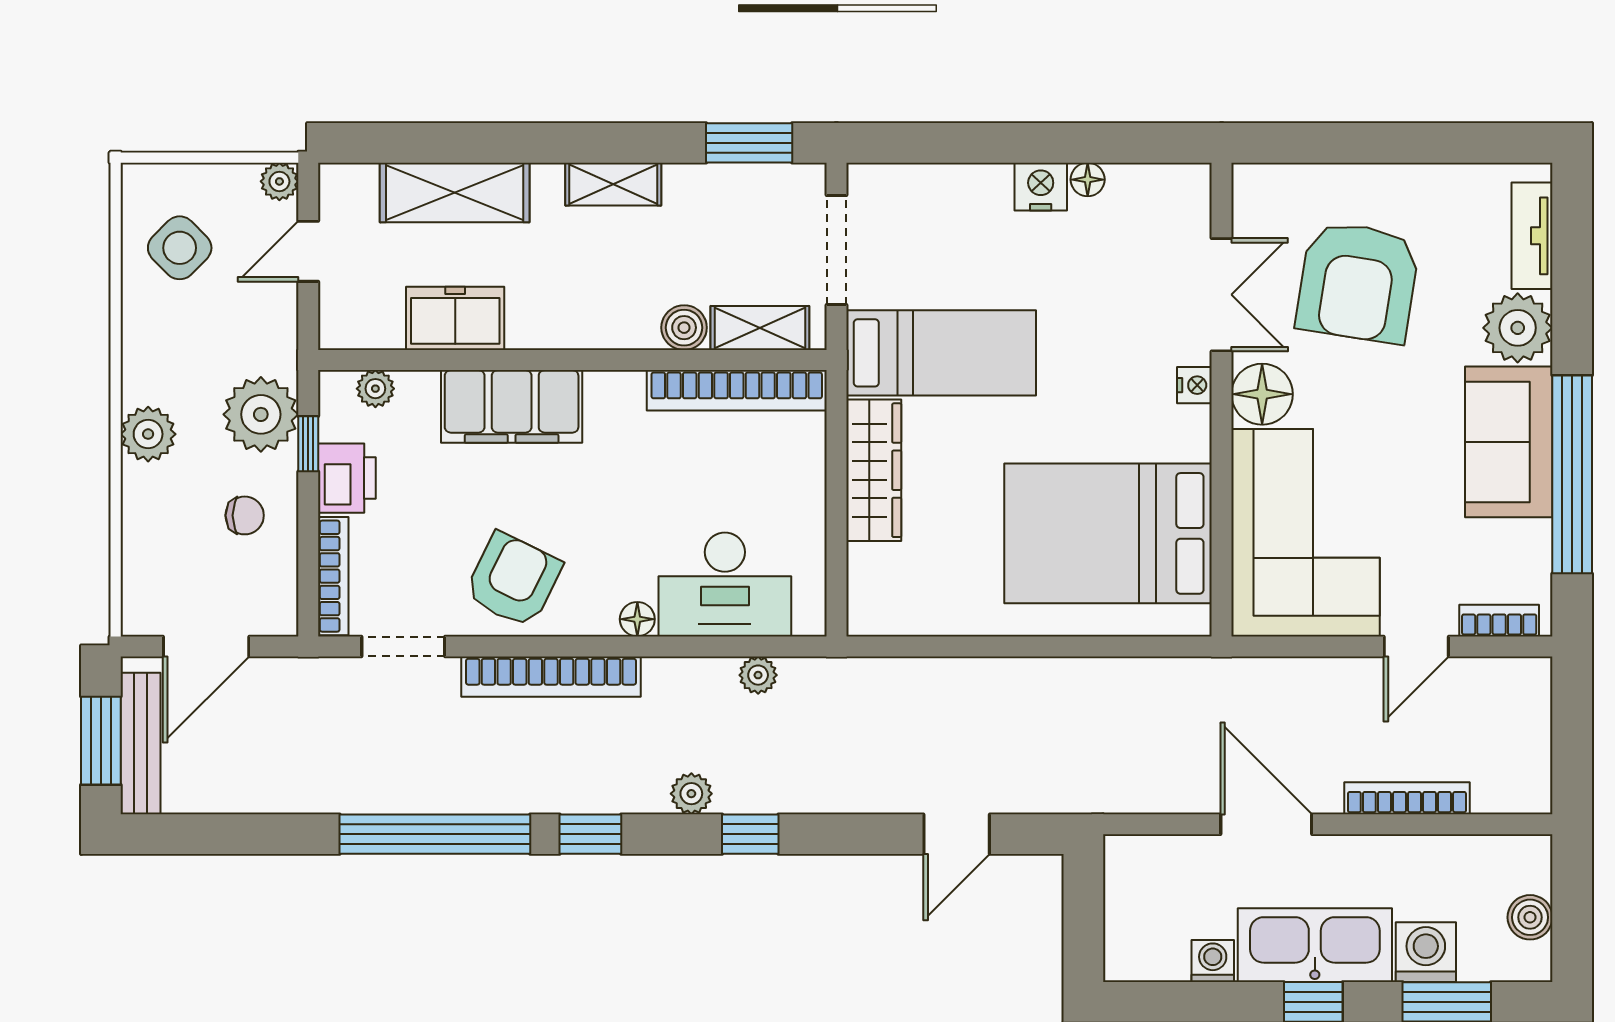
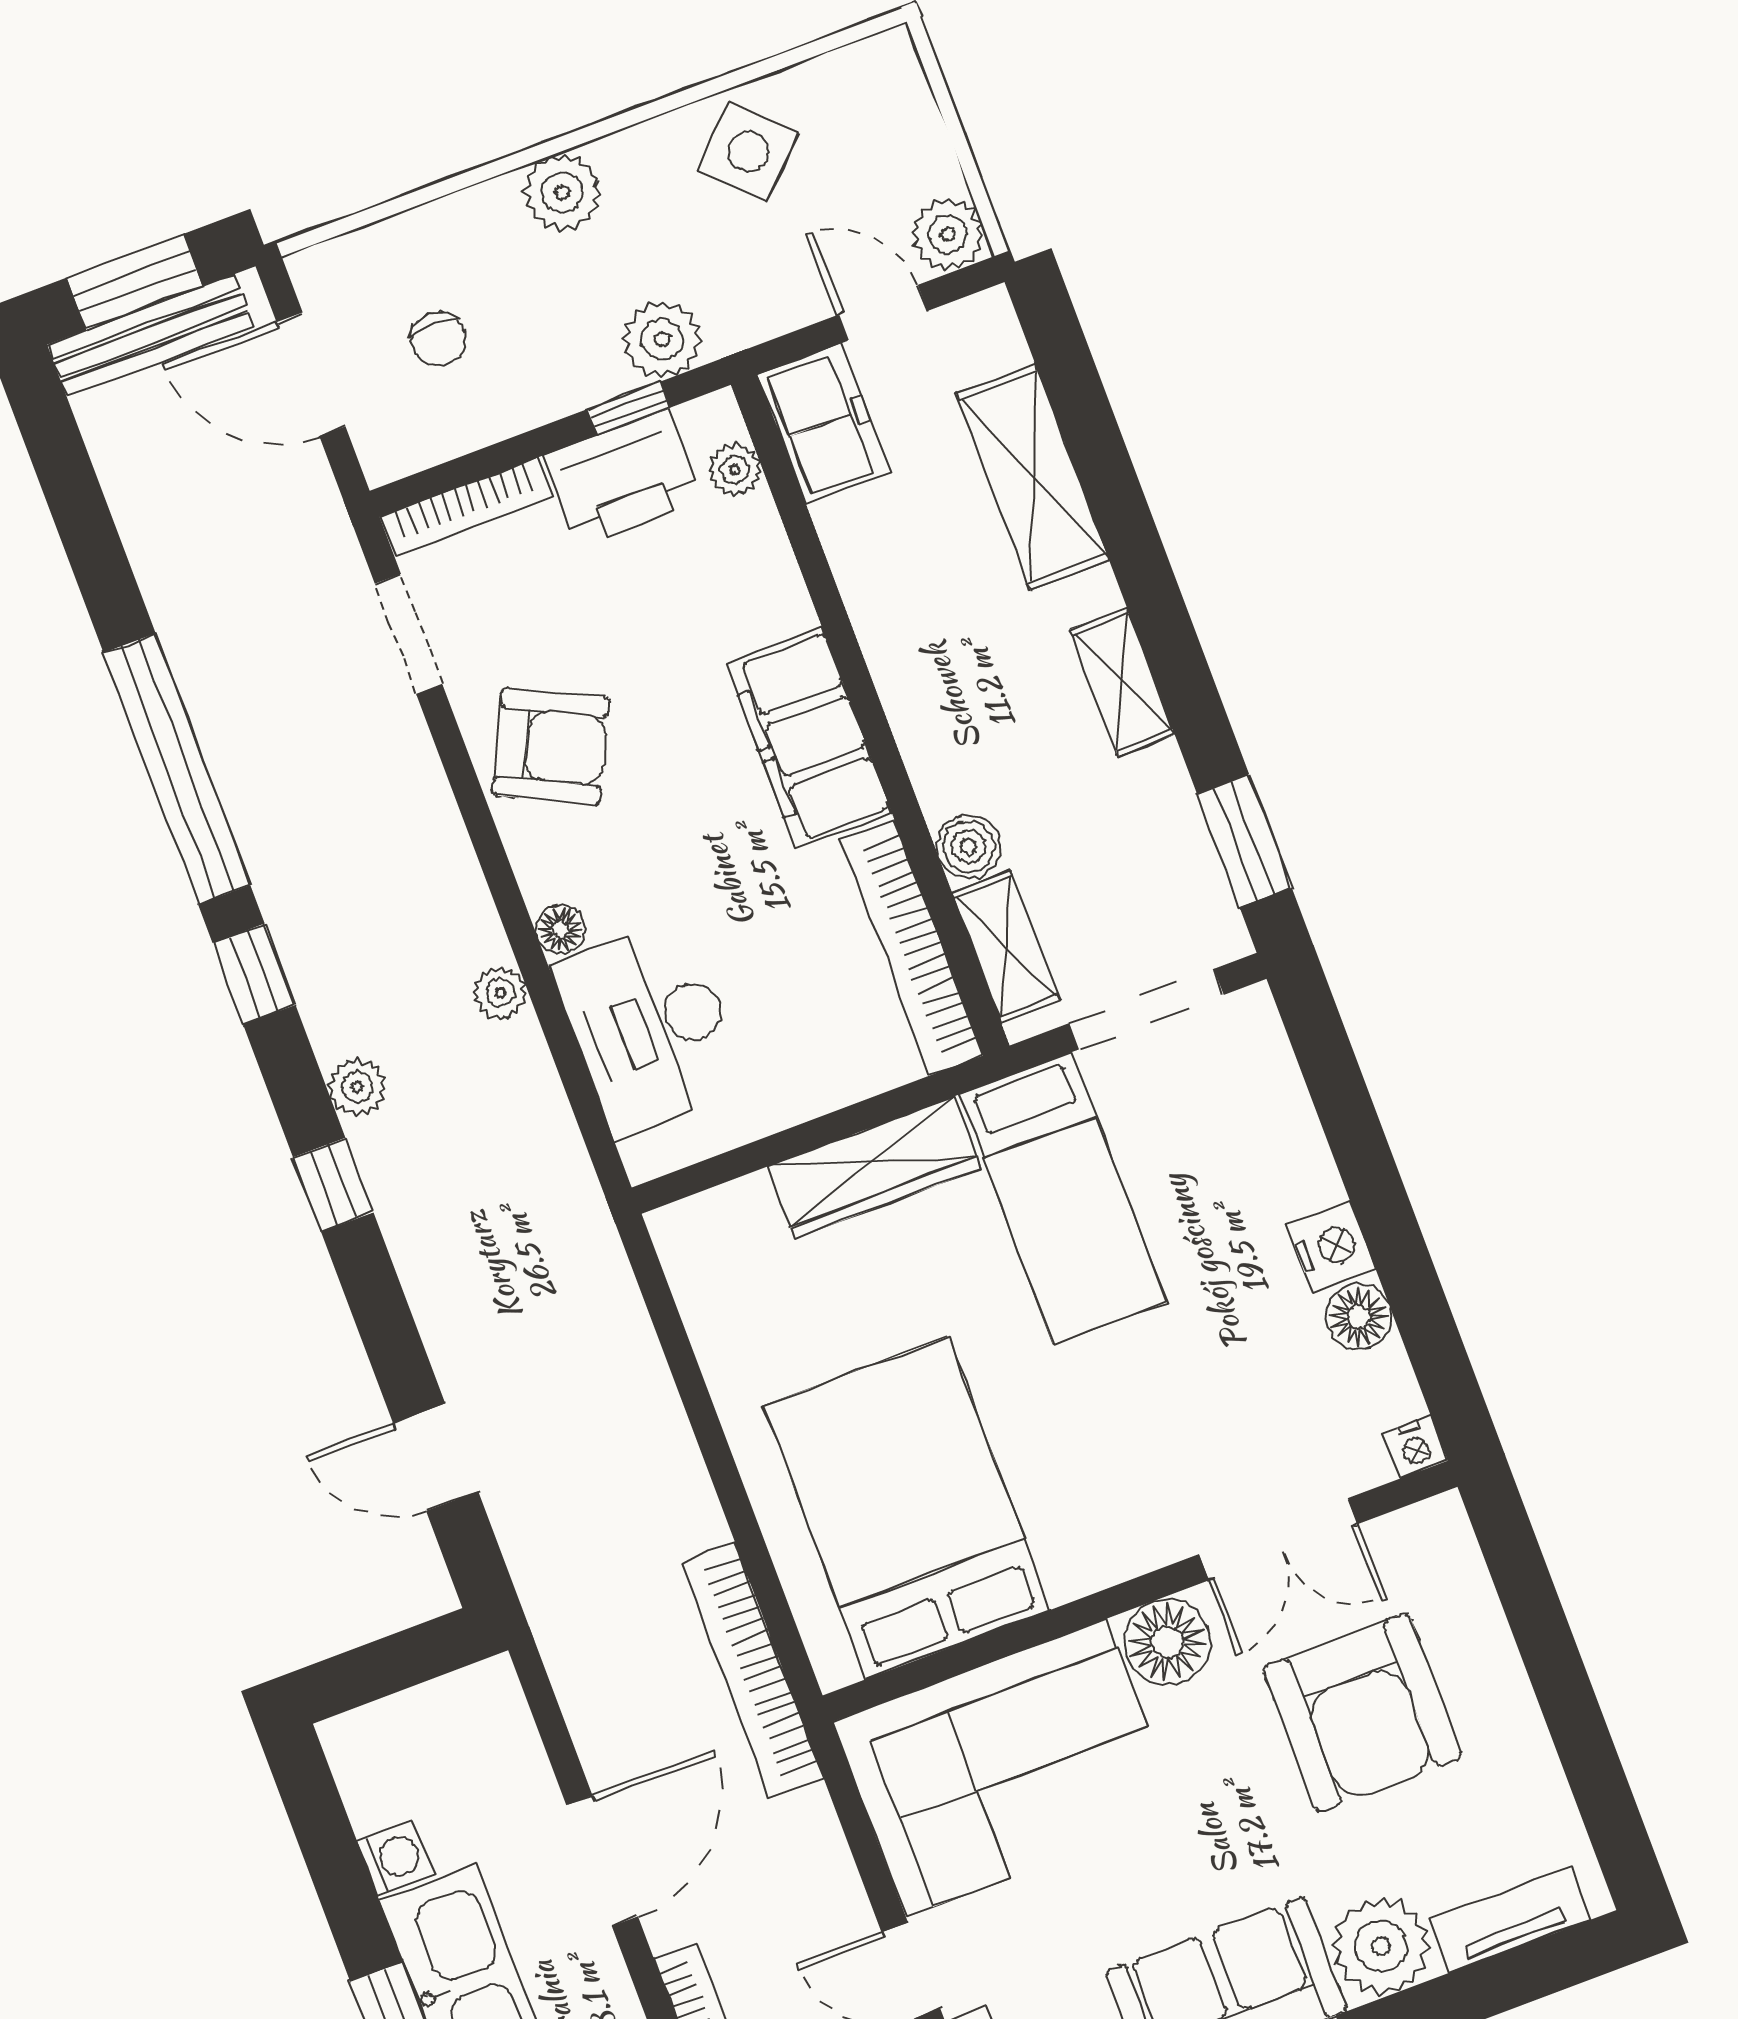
floor lamp: (1088, 180) -> (1359, 1317), width x1.37, depth x1.37
plant: (279, 181) -> (948, 235), width x1.38, depth x1.38
side table: (180, 248) -> (748, 152), moved
armchair: (1358, 282) -> (1362, 1713), turned -99
freezer: (455, 318) -> (823, 424), moved
nightstand: (1194, 385) -> (1415, 1447), moved
filing cabinet: (512, 406) -> (809, 738), moved
plant: (261, 414) -> (662, 340), width x0.73, depth x0.73
printer: (347, 478) -> (623, 477), width x1.37, depth x1.19
chair: (245, 515) -> (439, 339), moved
plant: (758, 675) -> (500, 993), moved
bookcase: (551, 677) -> (753, 1670), moved

